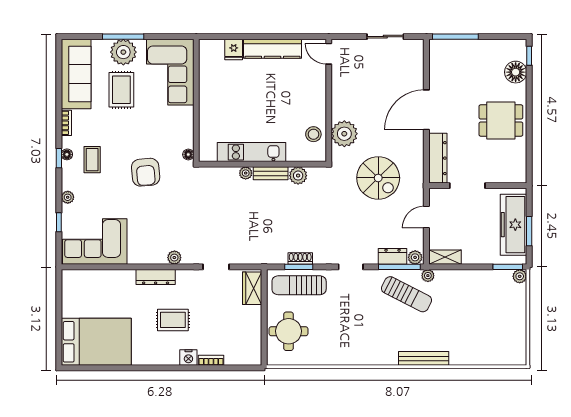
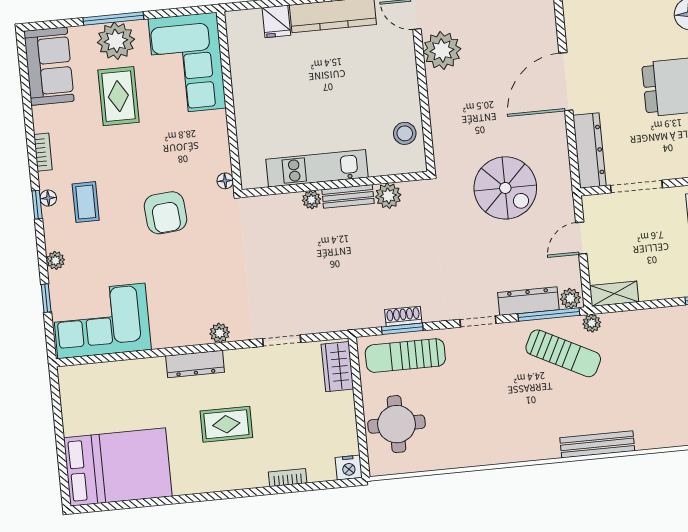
sofa: (76, 74) -> (49, 66), width x0.73
plant: (344, 134) -> (442, 50), moved
dresser: (393, 256) -> (528, 301), width x1.44
nightstand: (188, 358) -> (349, 468), moved

